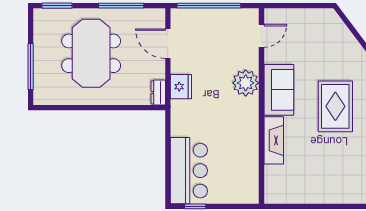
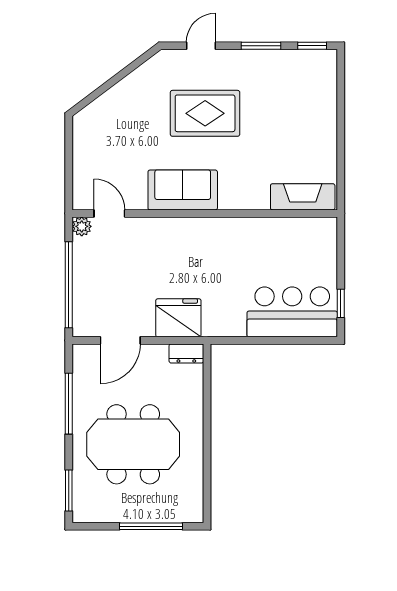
plant: (246, 83) -> (82, 226), moved, width x0.53, depth x0.53
fridge: (181, 87) -> (178, 318), width x1.36, depth x1.34
fireplace: (274, 140) -> (303, 197), moved

